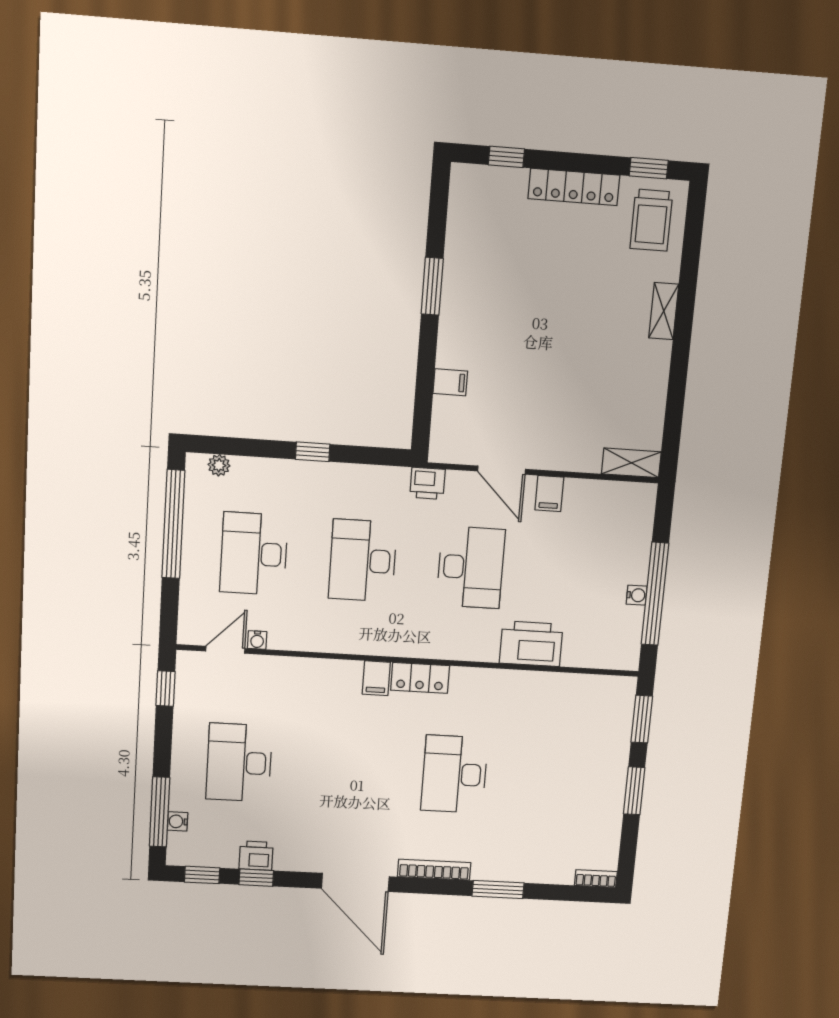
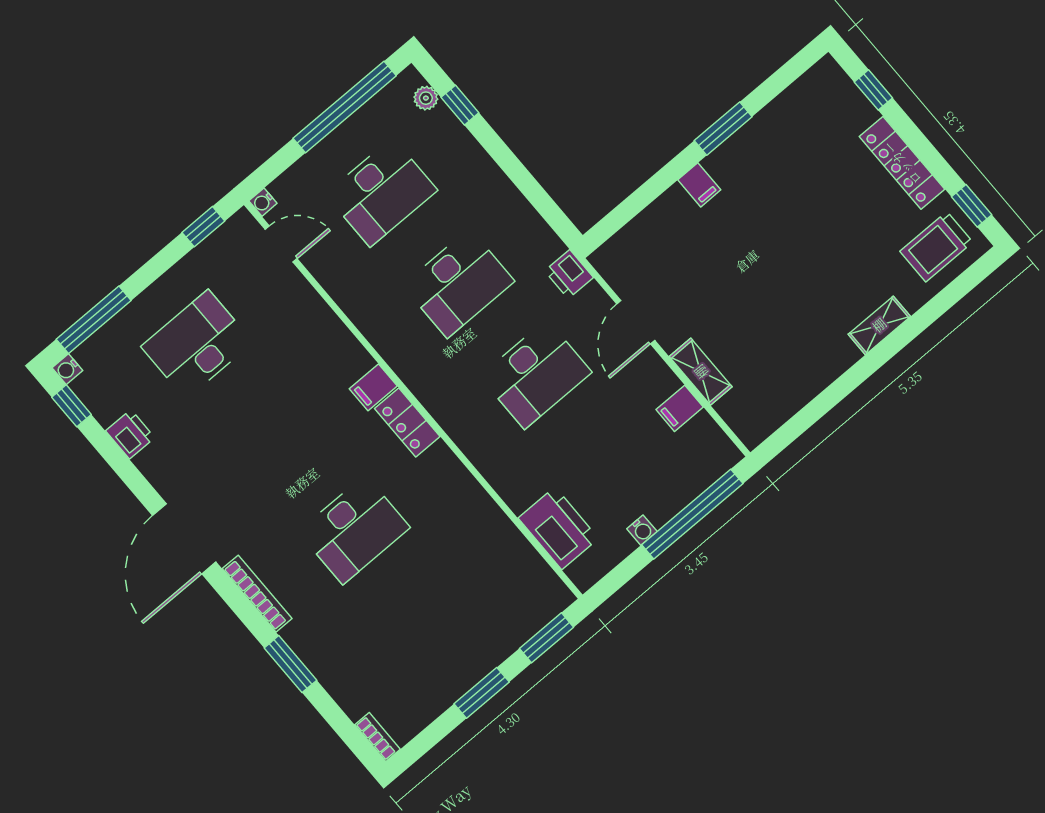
filing cabinet: (450, 382) -> (699, 185), moved
window: (313, 452) -> (460, 105), moved
shelving: (631, 463) -> (701, 372), moved
filing cabinet: (549, 494) -> (680, 408), moved
desk: (254, 554) -> (381, 192), turned 180
desk: (363, 561) -> (458, 283), turned 180
window: (655, 594) -> (692, 514), moved
water cooler: (257, 640) -> (263, 202), moved
printer: (531, 644) -> (558, 528), moved
desk: (454, 774) -> (354, 530), turned 180
water cooler: (178, 821) -> (67, 369), moved, turned -90
window: (256, 878) -> (111, 453), removed

